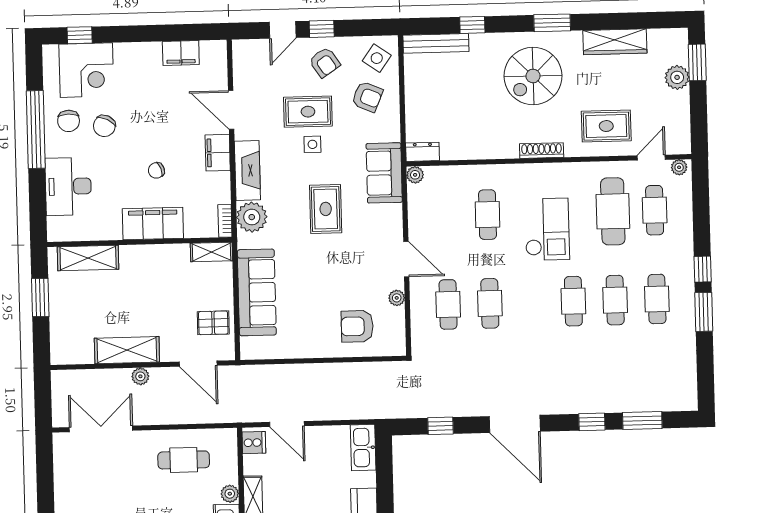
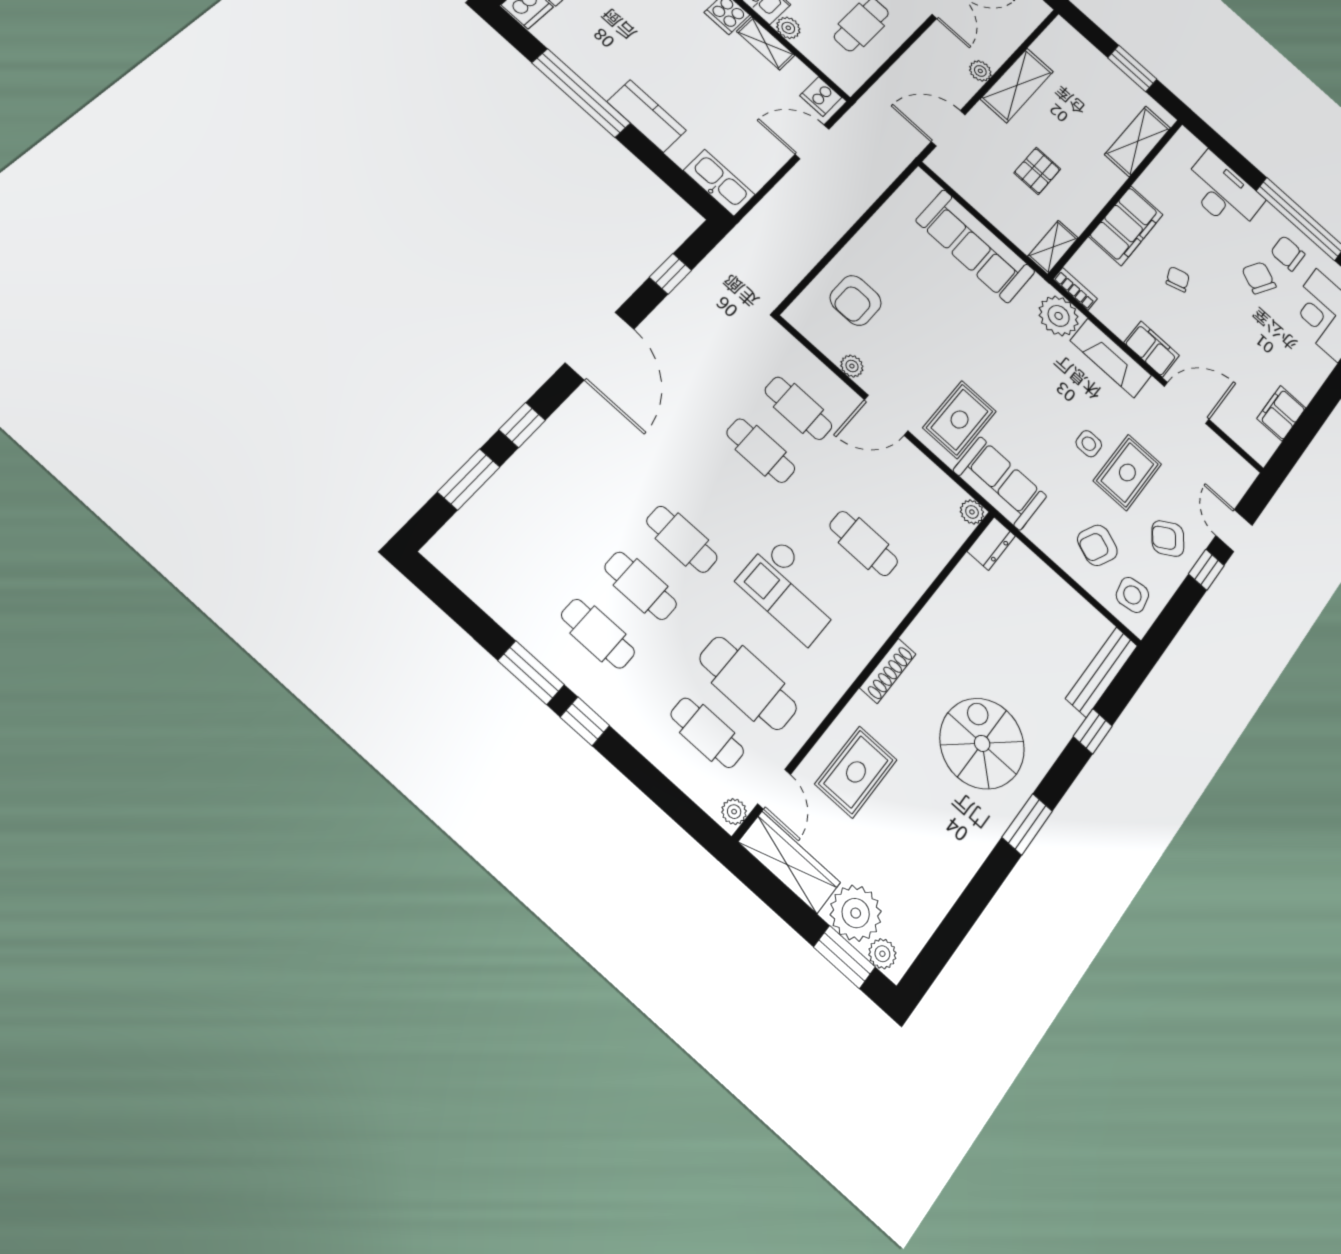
wardrobe: (615, 42) -> (789, 862), moved, turned 90
plant: (679, 46) -> (882, 954), added
side table: (377, 58) -> (1132, 595), turned 45
plant: (677, 77) -> (856, 913), width x1.36, depth x1.36
rug: (326, 209) -> (960, 420), moved, turned 90
pallet: (213, 323) -> (1037, 171), moved
armchair: (357, 326) -> (856, 300), turned 180
door: (515, 424) -> (600, 346), swing flipped

